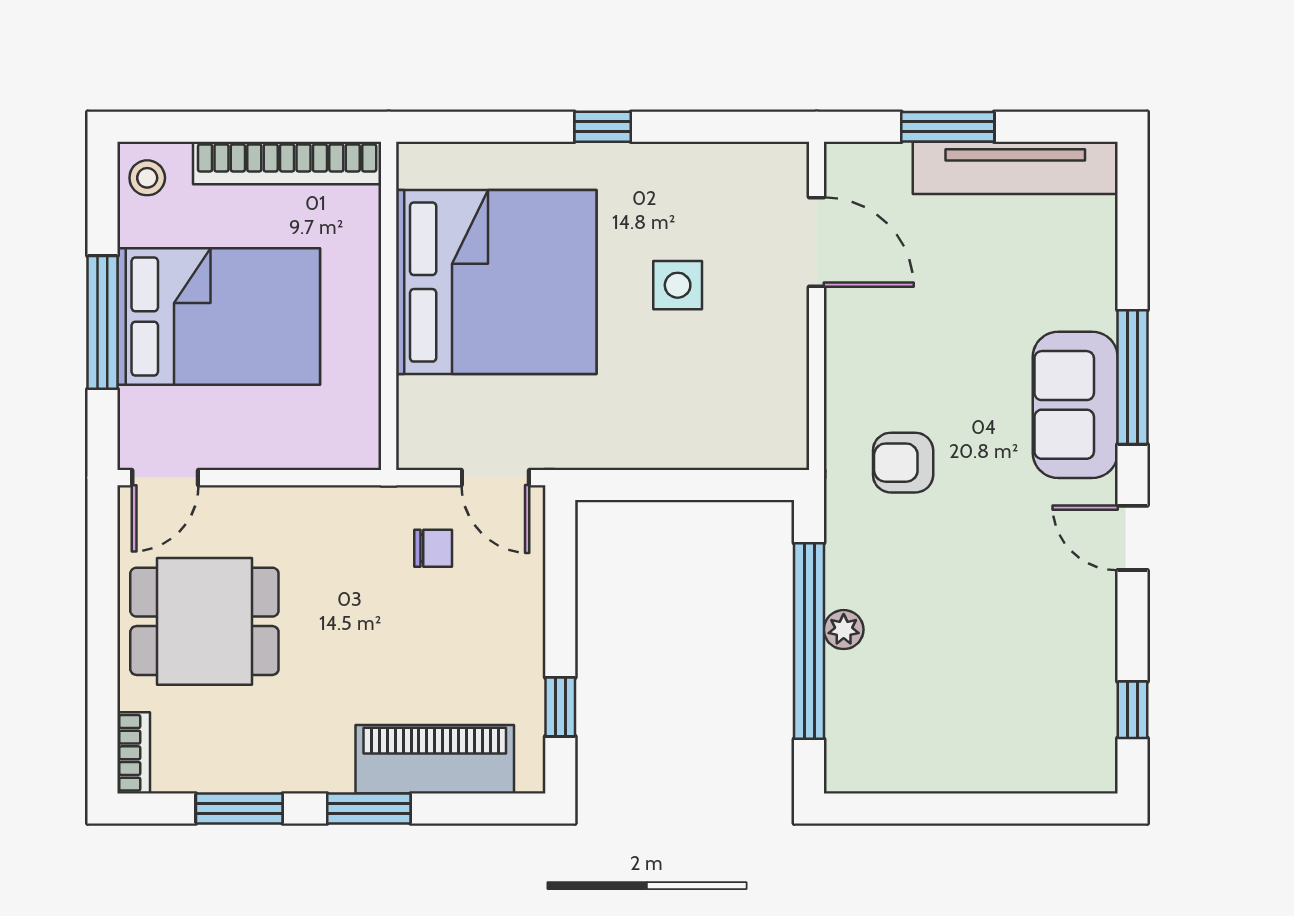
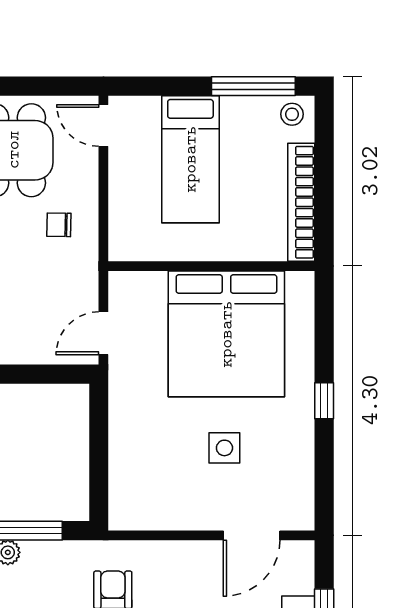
bed: (219, 317) -> (190, 159), width x0.67
window: (102, 322) -> (253, 86), moved
chair: (433, 548) -> (59, 225), moved, turned 91

